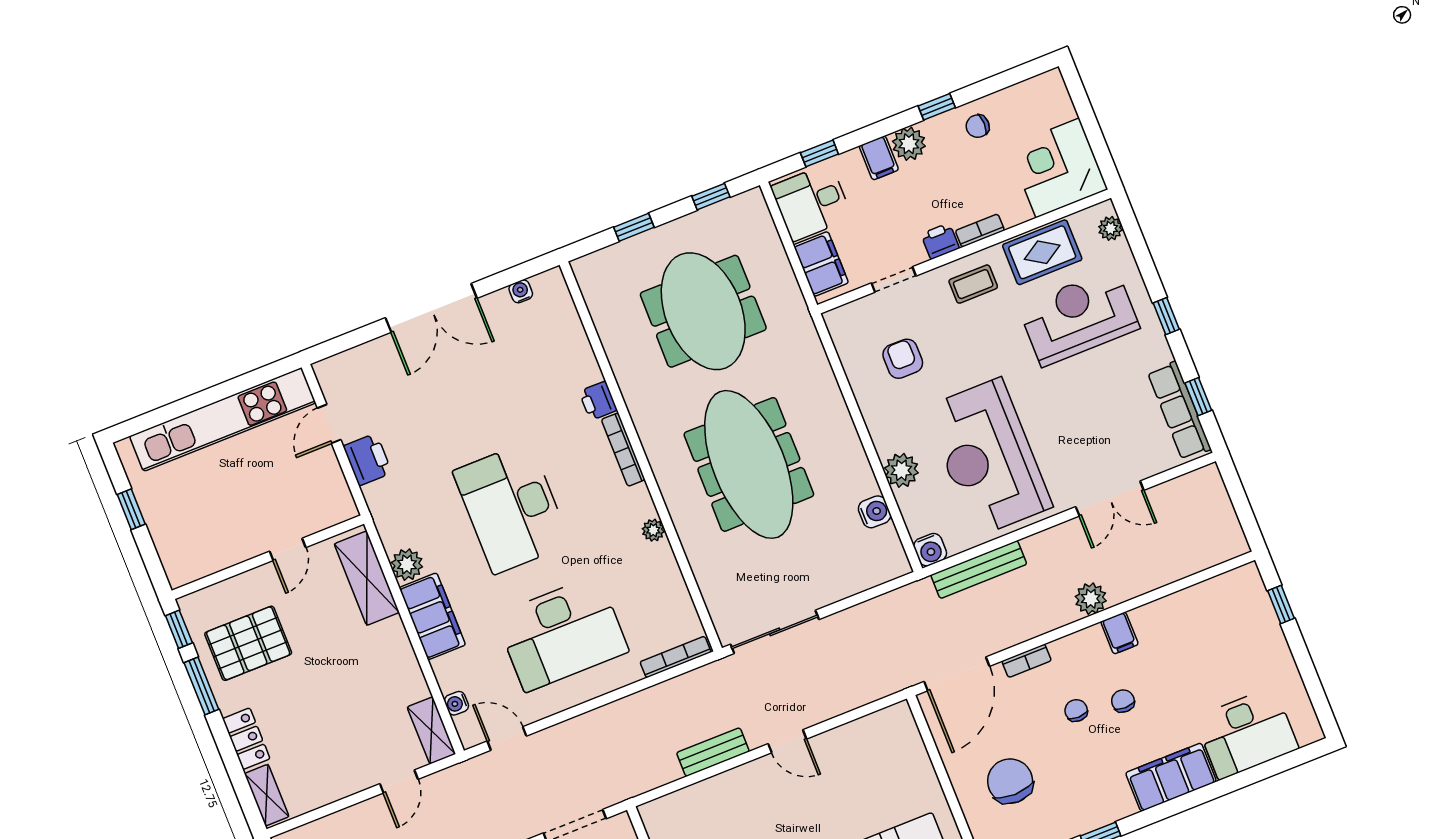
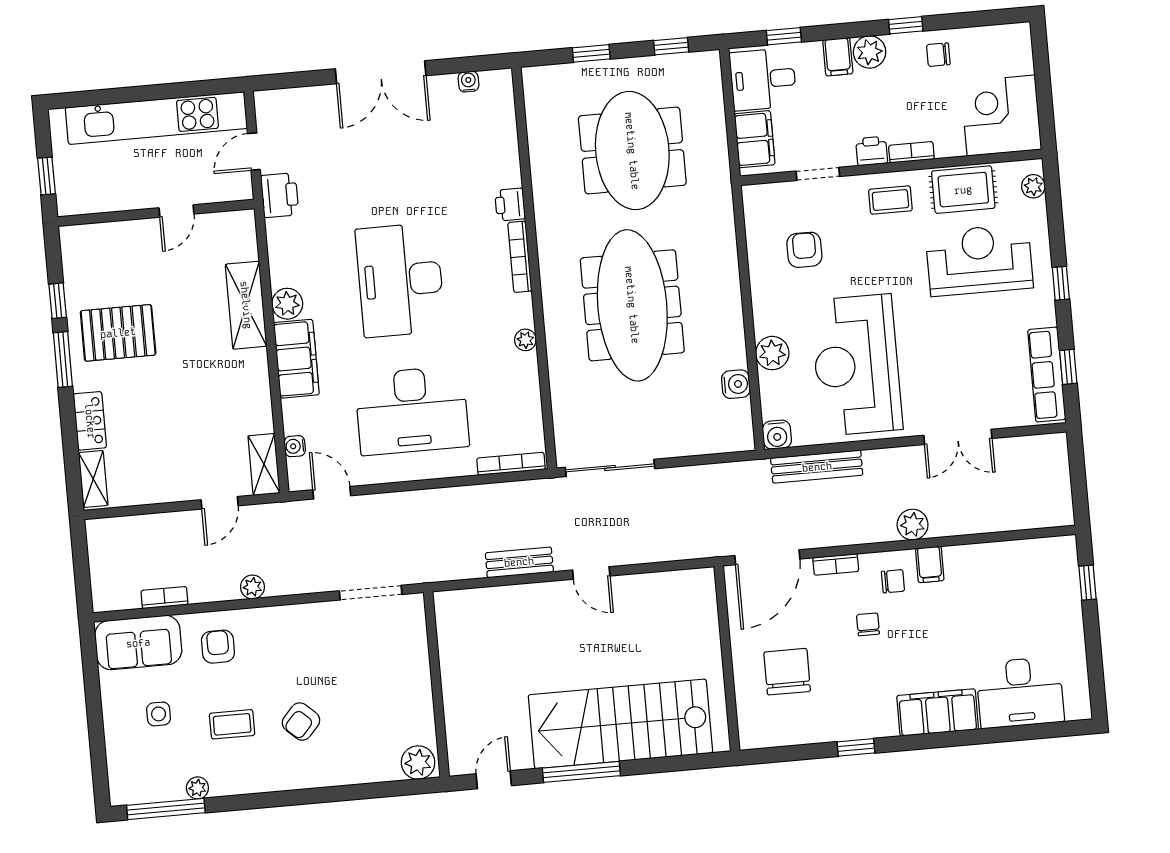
door: (288, 549) -> (177, 211), moved
wall: (268, 557) -> (156, 213), moved
chair: (1123, 701) -> (893, 581), moved, turned 90

